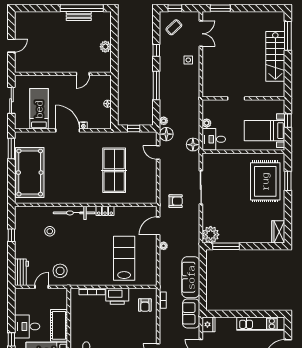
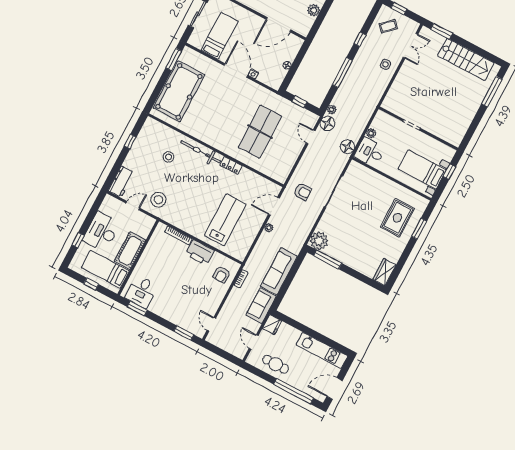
stairs: (275, 56) -> (466, 59), moved, turned -90
door: (83, 74) -> (279, 25), width x1.88
rug: (265, 181) -> (397, 218), width x0.73, depth x0.69
desk: (27, 326) -> (102, 232), width x1.37

